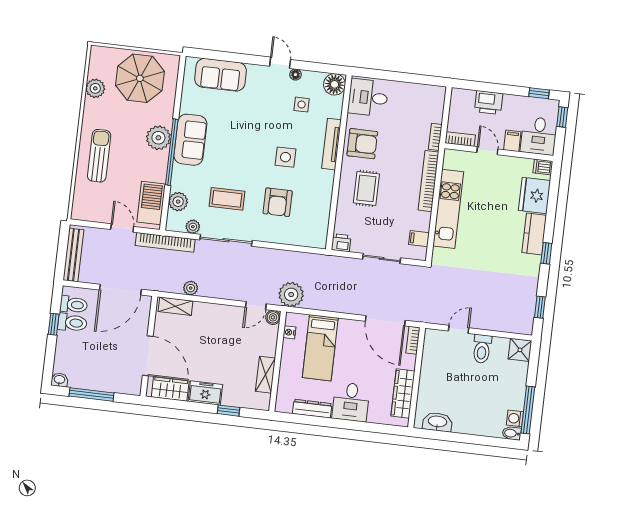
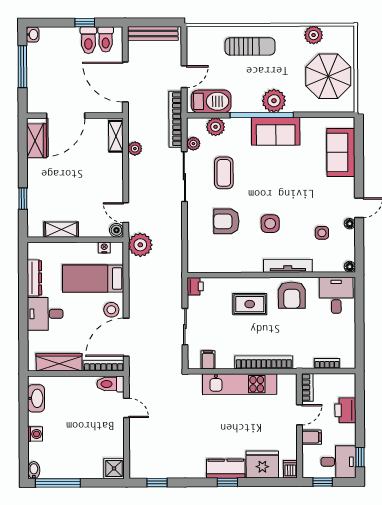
floor lamp: (335, 84) -> (350, 267), width x0.53, depth x0.53
window: (562, 117) -> (323, 482), moved
desk: (539, 136) -> (339, 462), moved, turned 180
bookcase: (435, 137) -> (327, 363), moved
window: (546, 253) -> (227, 482), moved
stool: (355, 333) -> (111, 310), added
bookcase: (413, 340) -> (104, 366), width x1.56
toilet: (482, 349) -> (110, 384), moved
freezer: (205, 393) -> (37, 175), removed
washing machine: (515, 418) -> (35, 434), moved, turned 90

